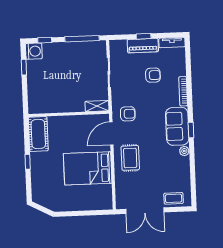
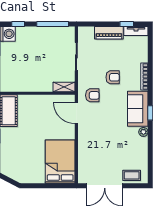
window: (144, 36) -> (127, 24), moved
armchair: (153, 75) -> (113, 77), moved
door: (111, 133) -> (76, 113), hinge flipped
rug: (130, 158) -> (93, 136), removed
bed: (88, 168) -> (60, 162), moved, turned 90

